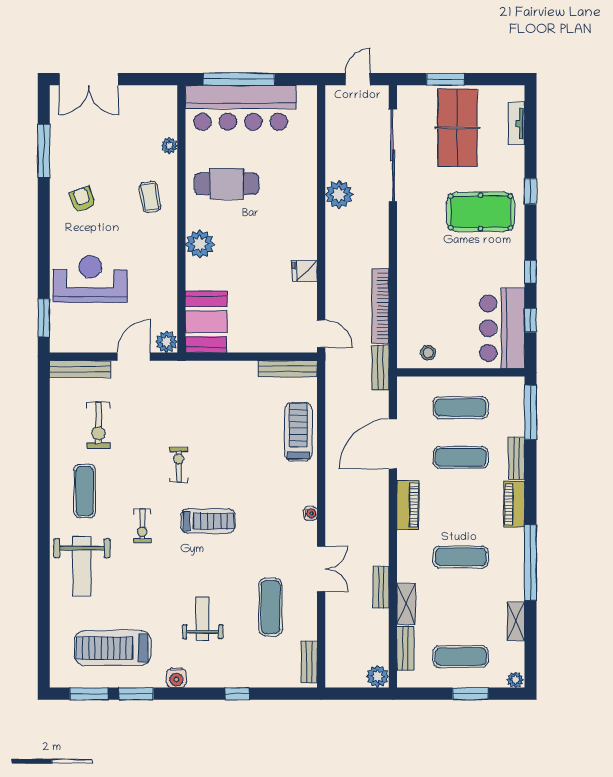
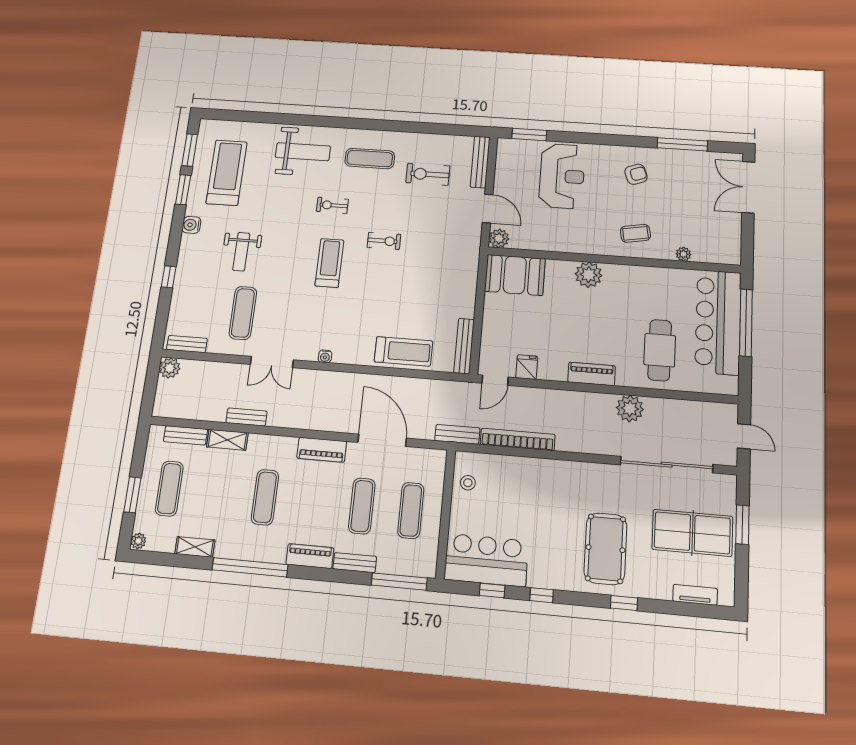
cafe table: (227, 184) -> (660, 350), moved
piano: (306, 235) -> (592, 374), added
fridge: (305, 271) -> (527, 367), moved
treadmill: (208, 521) -> (329, 263), turned 180
weight bench: (82, 566) -> (303, 152), turned 180
exercise mat: (271, 607) -> (243, 313), turned 90
weight bench: (203, 619) -> (241, 252), turned 90
plant: (378, 676) -> (170, 368), moved

